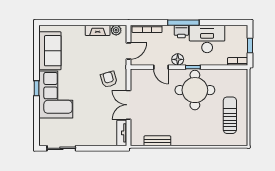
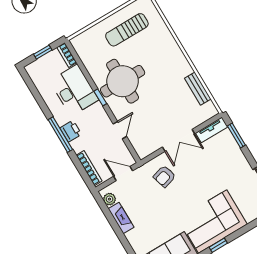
desk: (207, 39) -> (74, 90), moved, turned 180
floor lamp: (178, 59) -> (102, 118), removed
window: (107, 148) -> (236, 136), added

